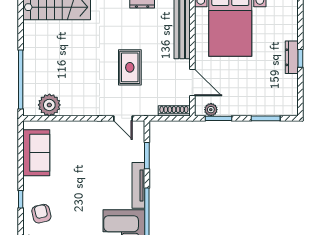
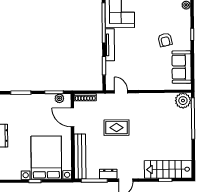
rug: (130, 67) -> (116, 128), turned 90
plant: (49, 105) -> (183, 101), moved
armchair: (41, 214) -> (165, 40), moved

